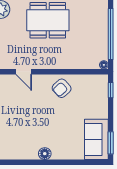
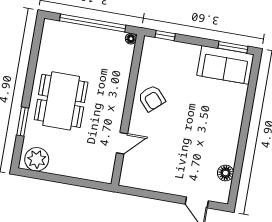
floor lamp: (45, 154) -> (225, 173), moved

